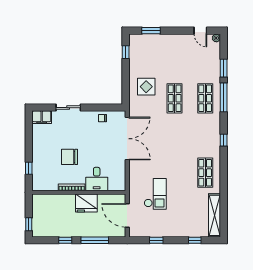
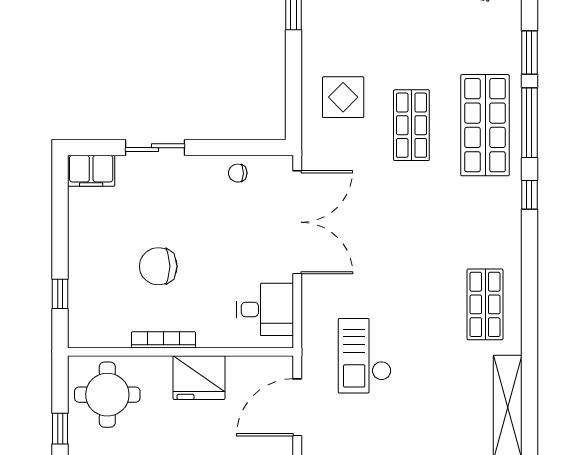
shop shelf: (205, 98) -> (485, 125), width x1.43, depth x1.36
window: (224, 140) -> (529, 195), moved
desk: (97, 179) -> (265, 309), moved, turned -90
checkout: (155, 194) -> (365, 356), turned 180
round table: (48, 210) -> (107, 395), added
door: (127, 215) -> (297, 407), hinge flipped

